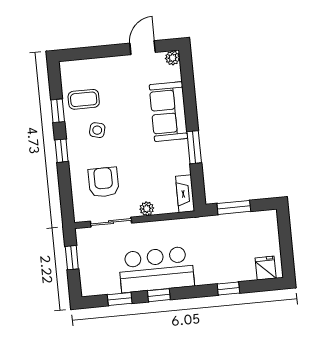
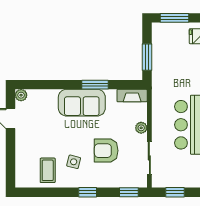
window: (58, 111) -> (129, 192), moved
sofa: (168, 112) -> (82, 103), moved
armchair: (103, 182) -> (106, 151), moved
window: (285, 236) -> (174, 18), added

